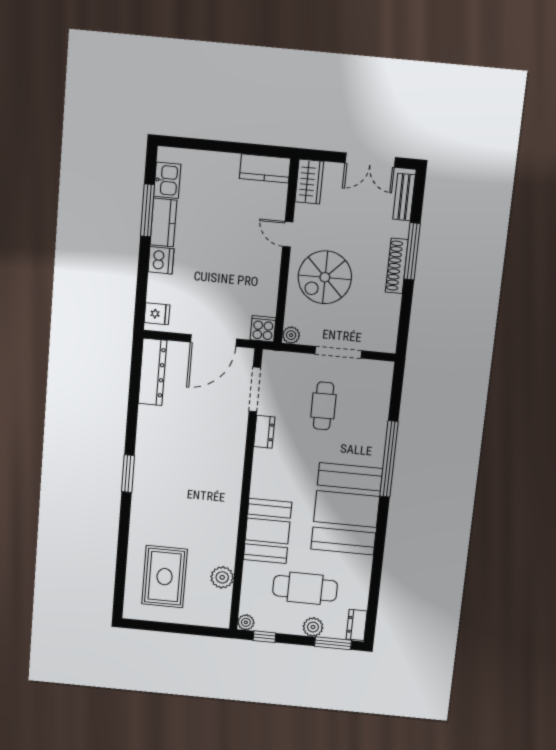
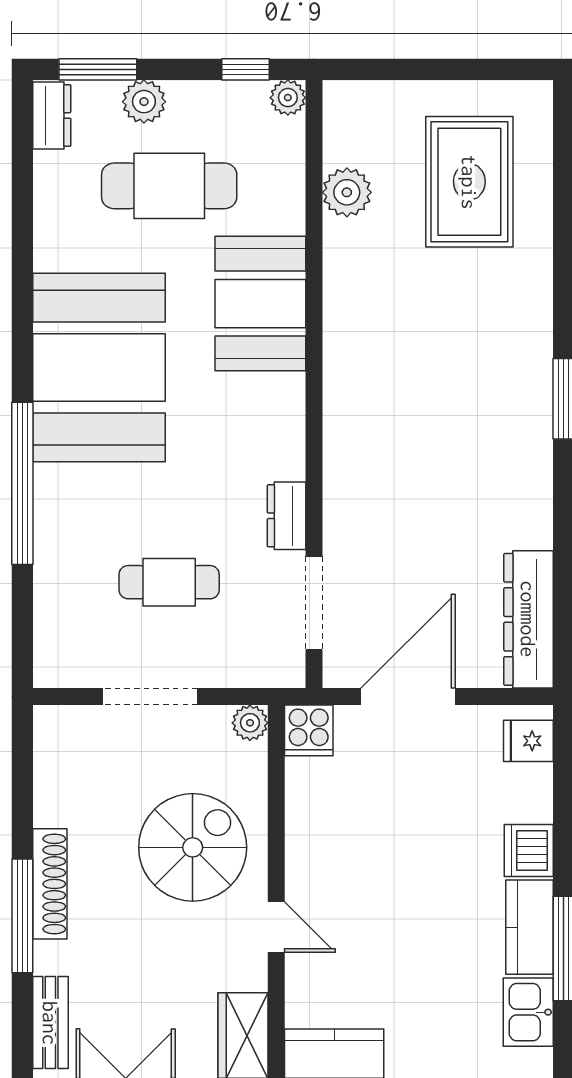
cafe table: (323, 406) -> (169, 582), turned 90

